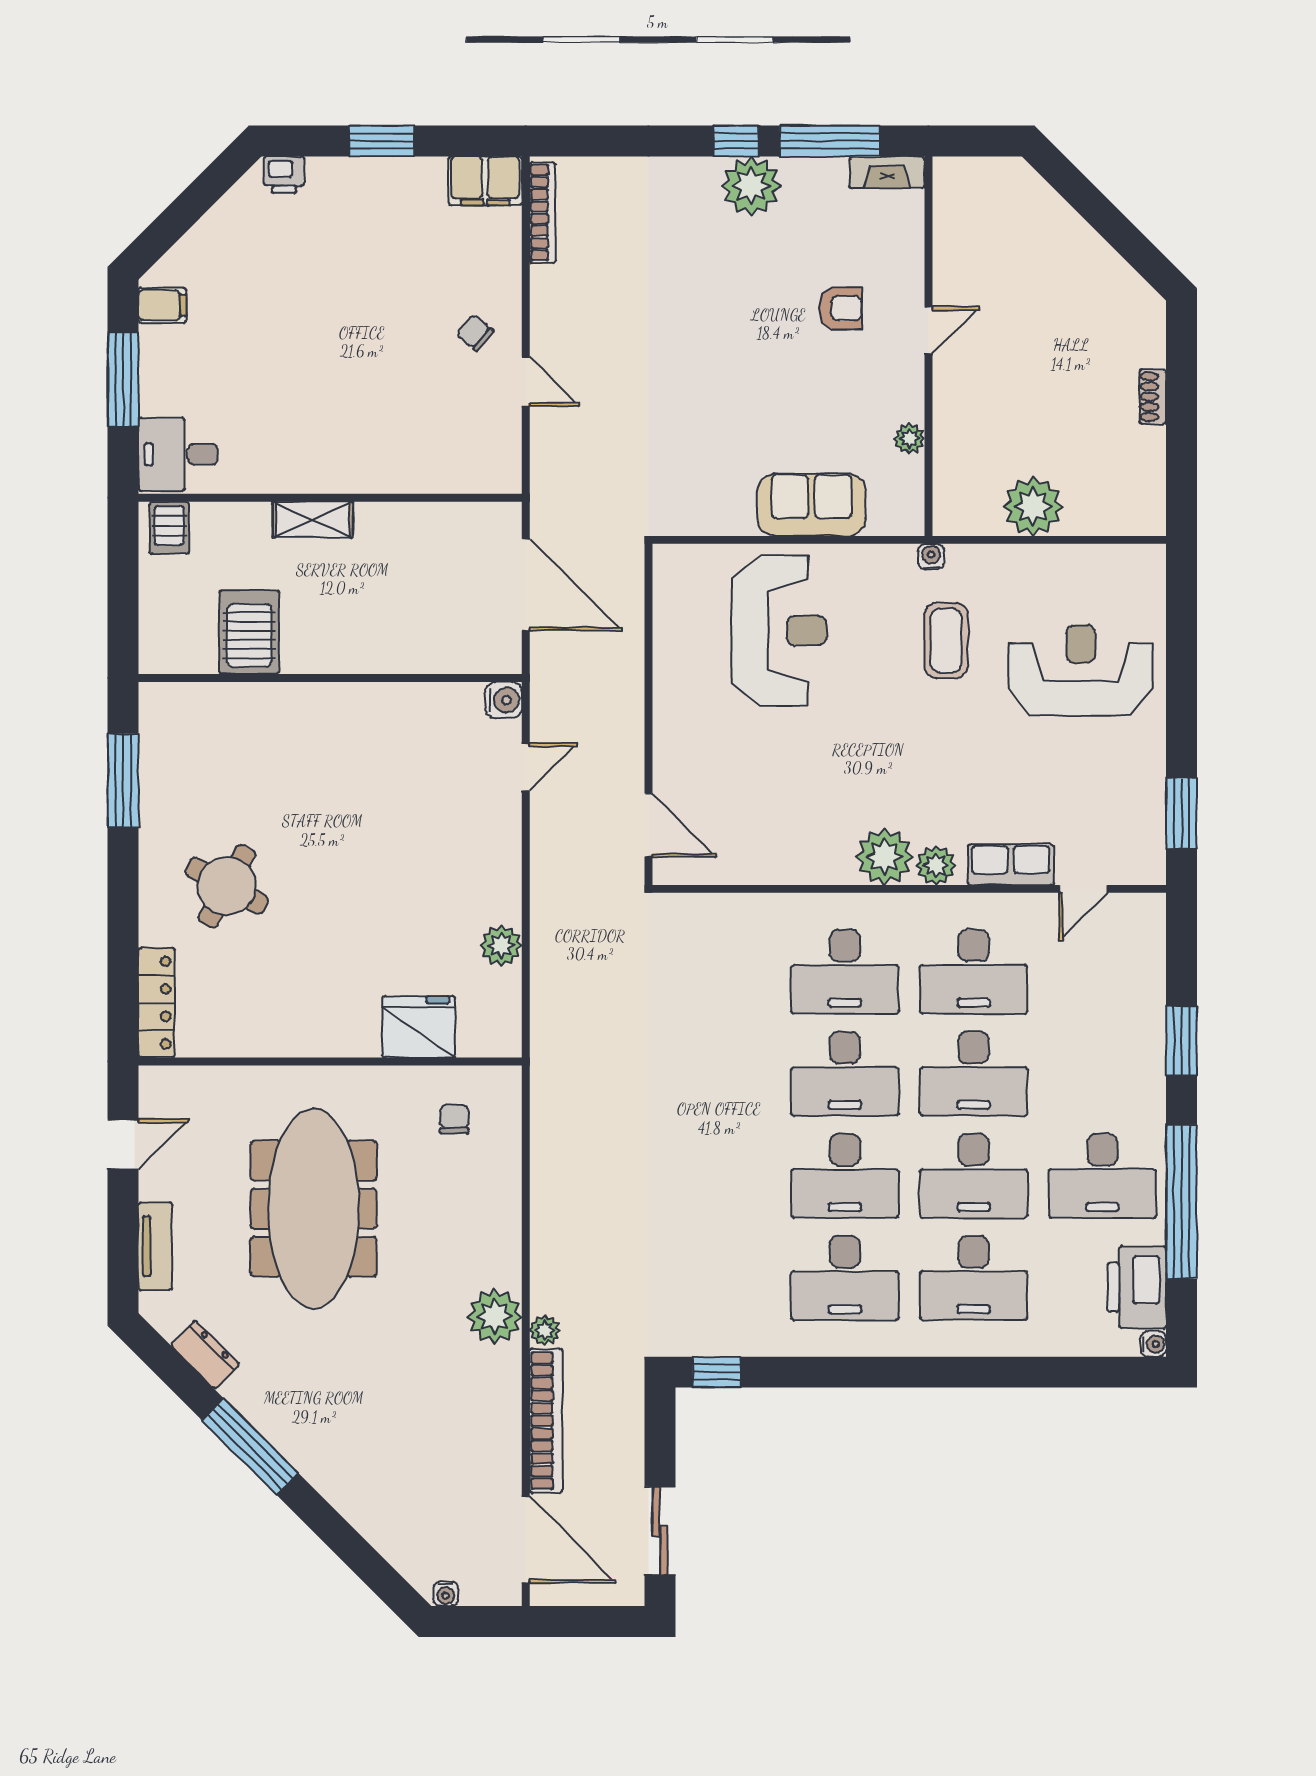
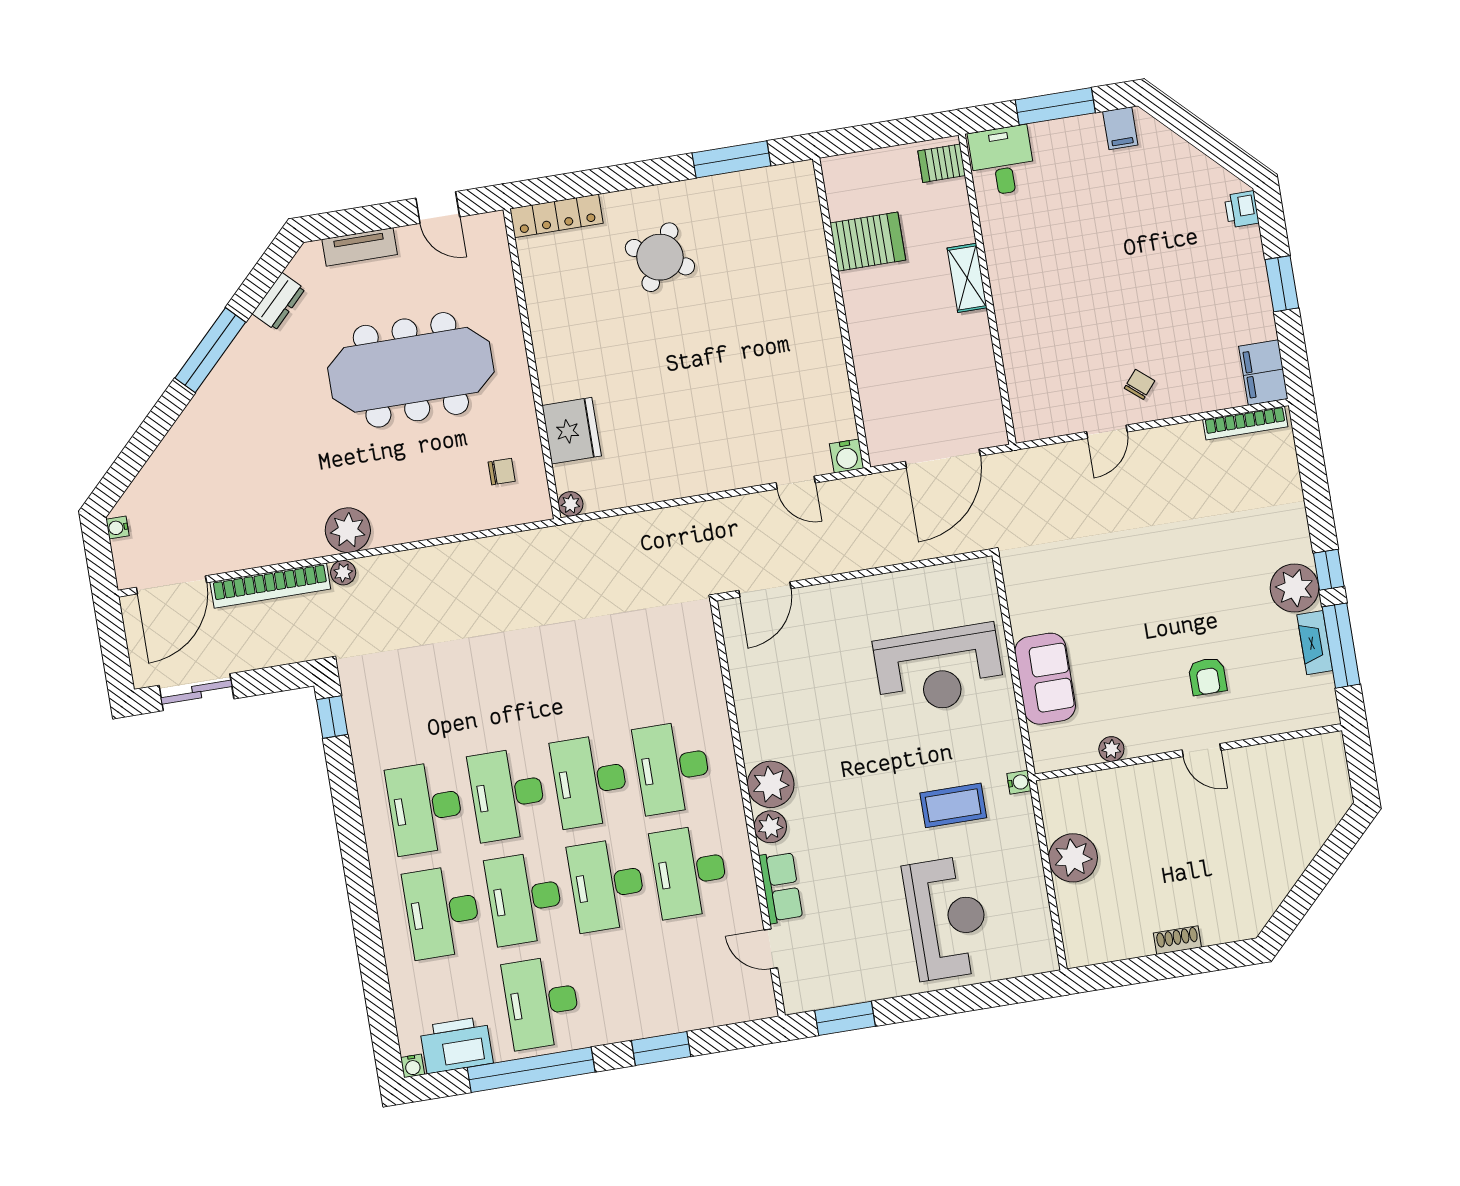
fireplace: (887, 172) -> (1315, 643), moved
plant: (501, 946) -> (571, 504), moved, width x0.73, depth x0.73

